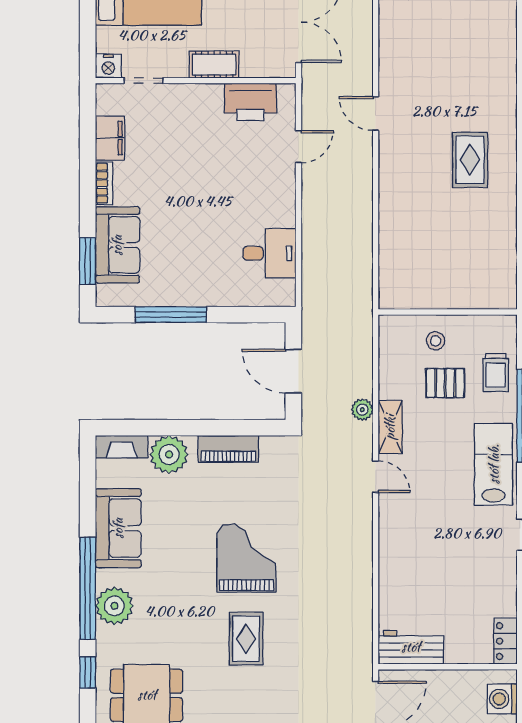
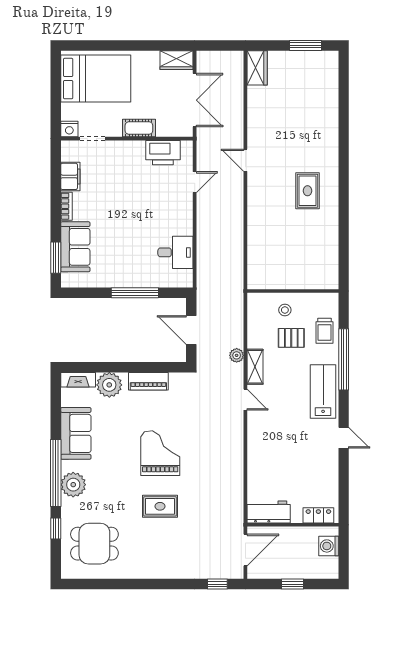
window: (171, 315) -> (135, 293), moved
rug: (246, 639) -> (160, 506), turned 90
locker: (505, 641) -> (318, 515), moved, turned 90

